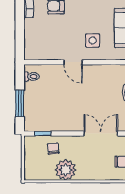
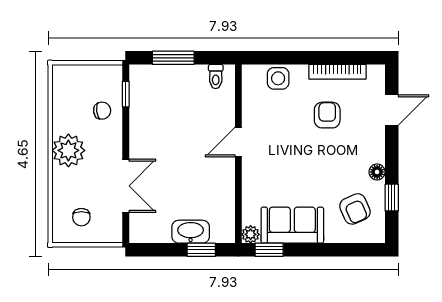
side table: (93, 40) -> (278, 78), moved
plant: (66, 170) -> (68, 150), moved

